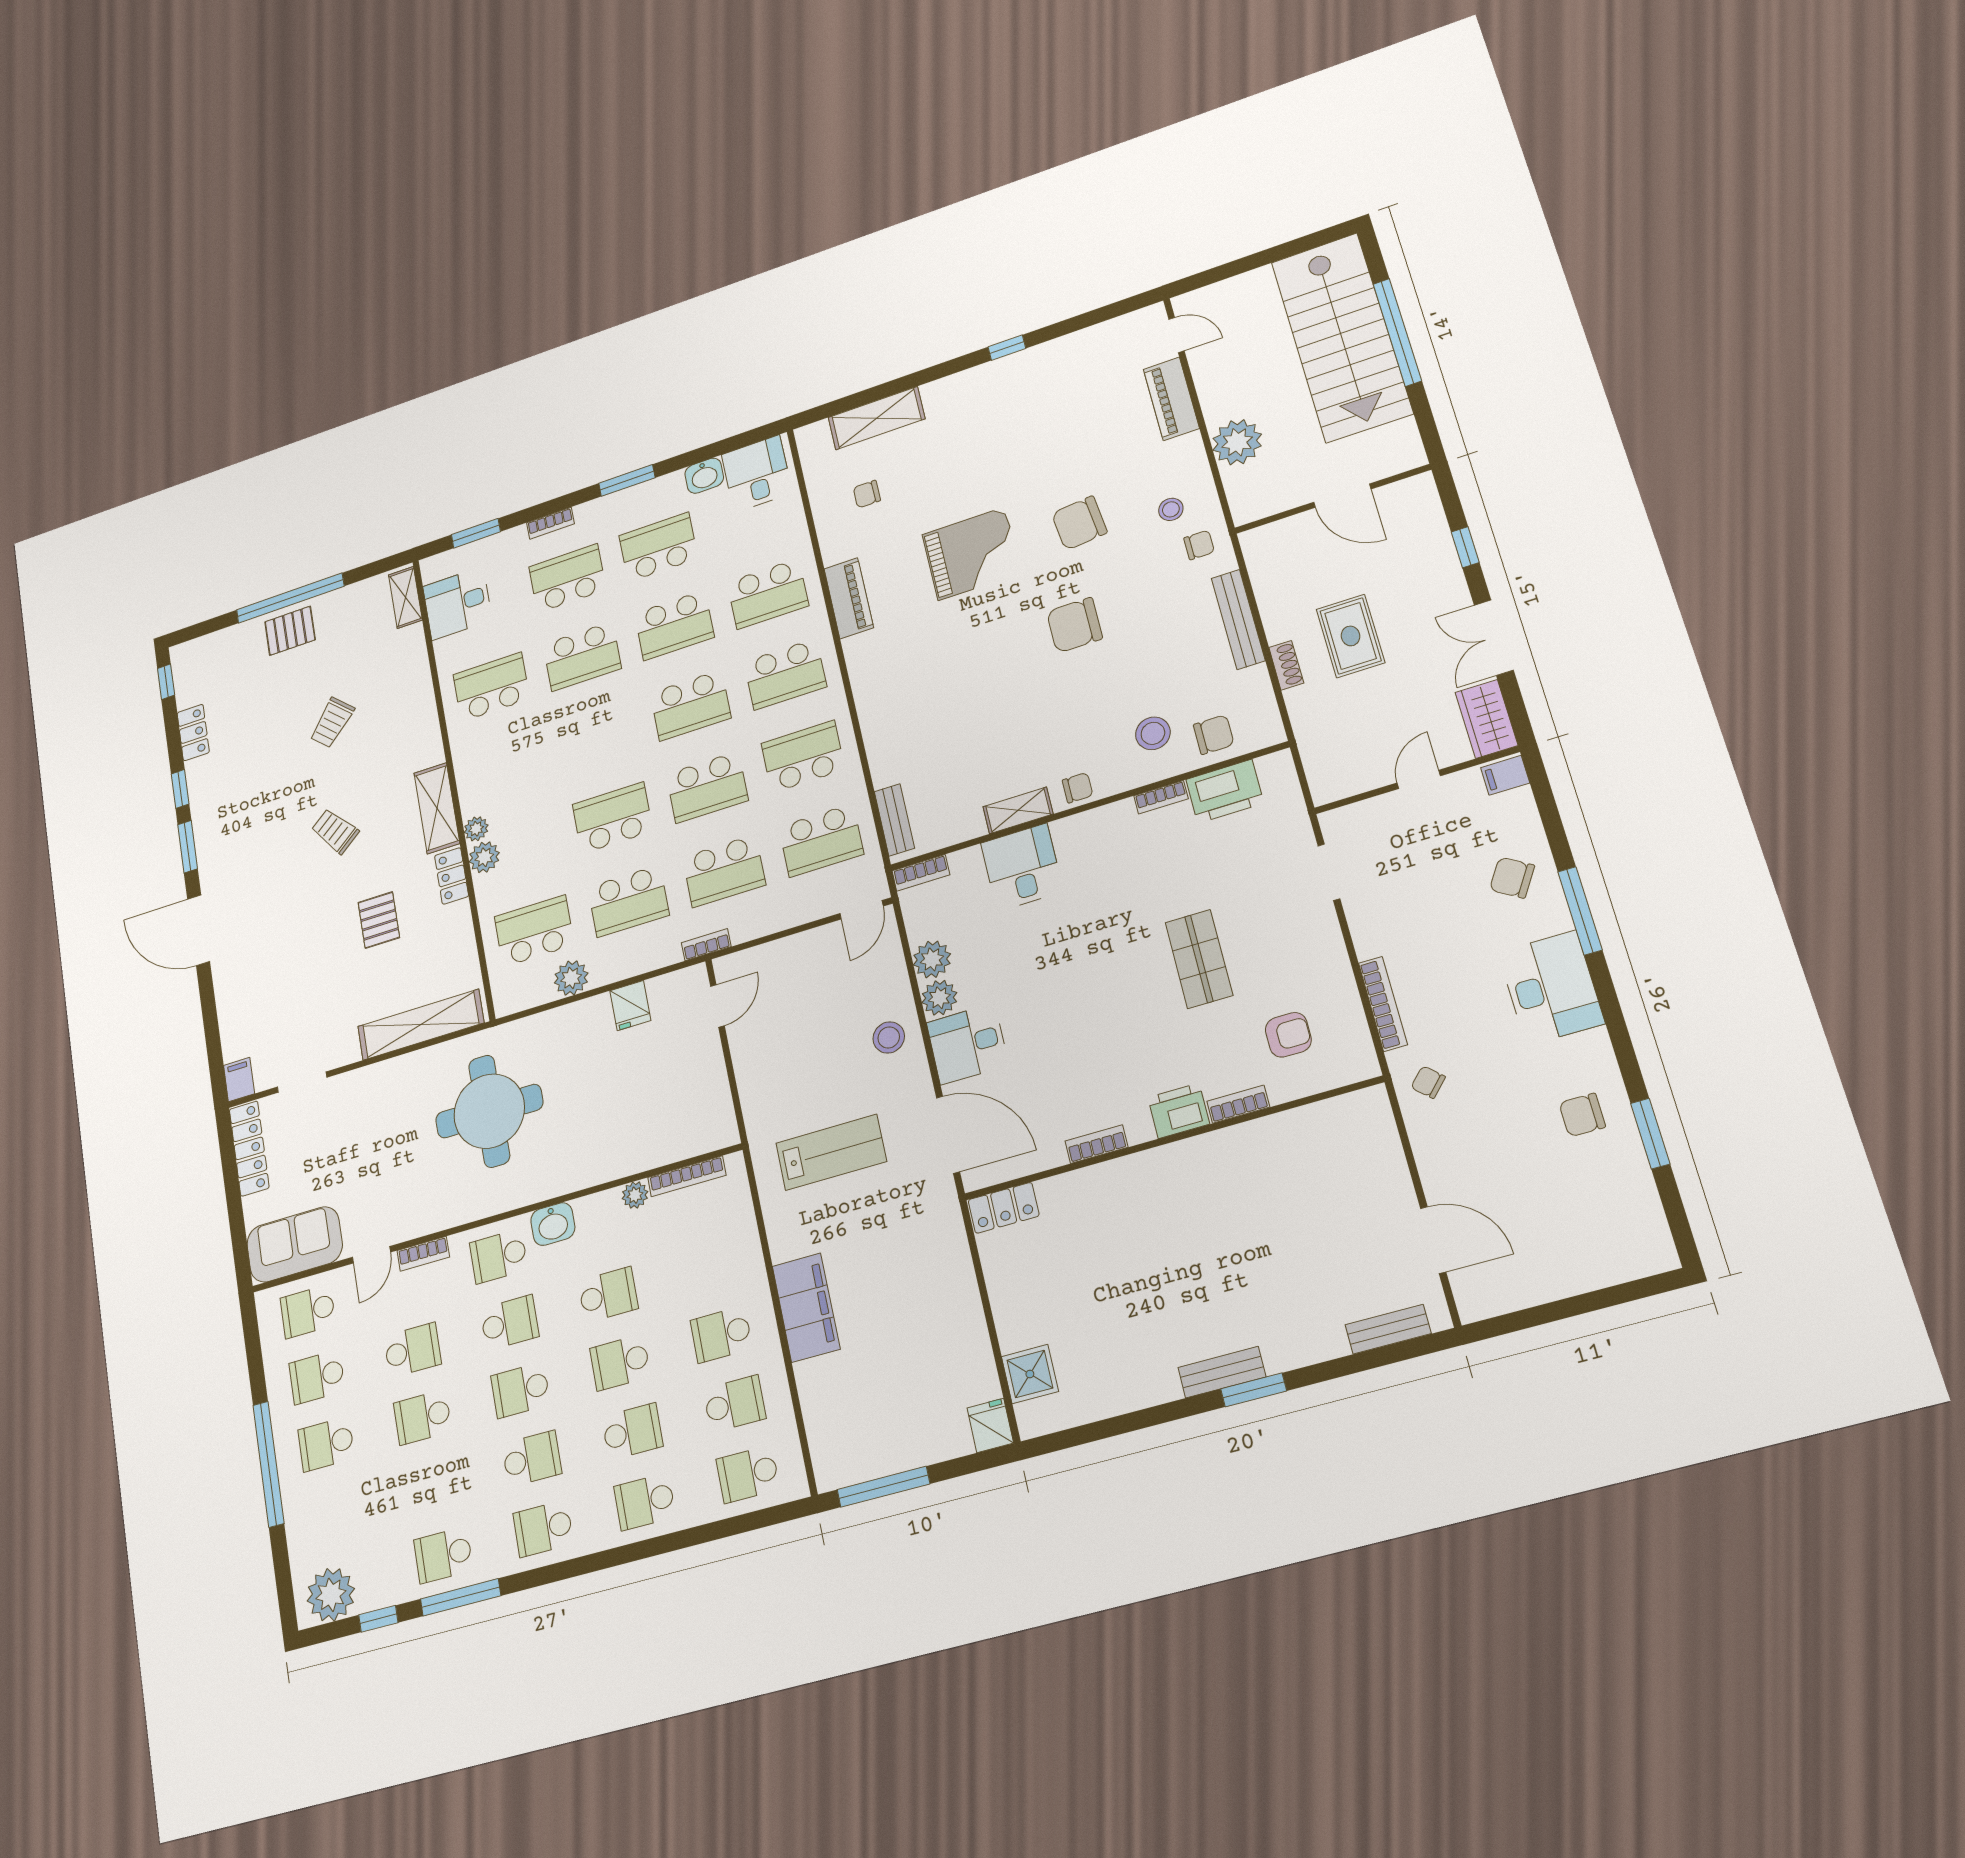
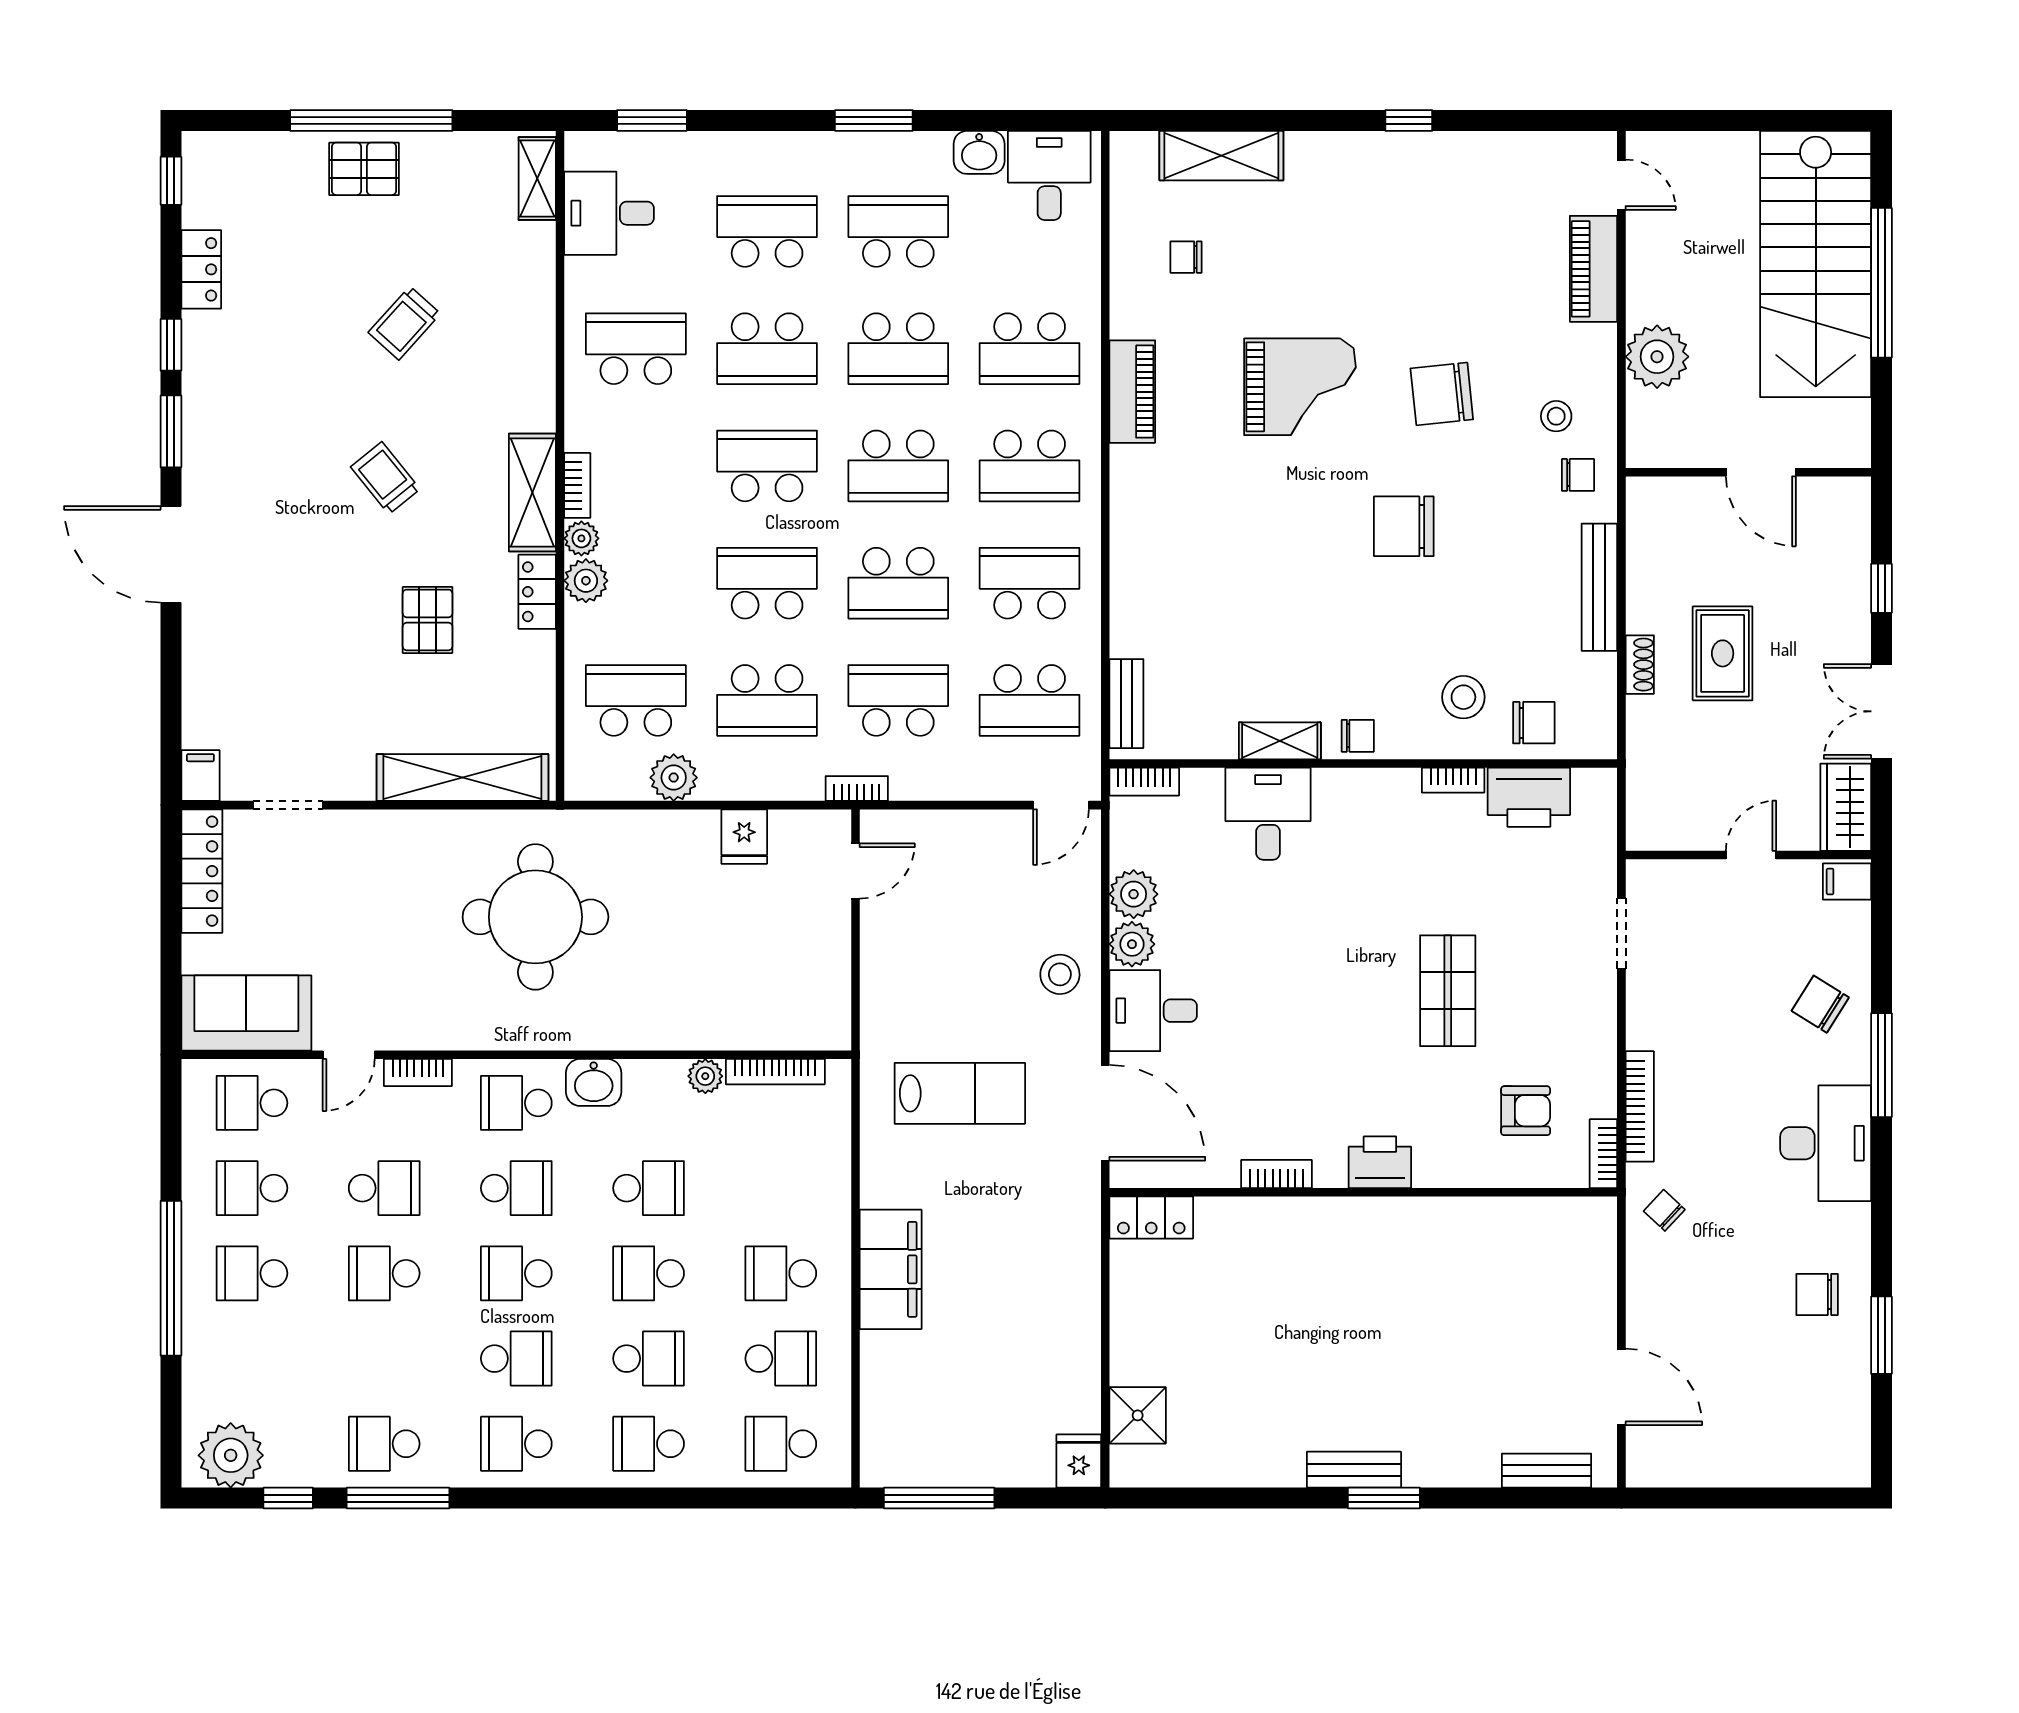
bookcase: (550, 523) -> (577, 485), moved, turned -90
school desk: (597, 736) -> (767, 466), added
school desk: (724, 871) -> (898, 700), turned 180
bookcase: (1238, 1104) -> (1603, 1154), moved, turned -90

